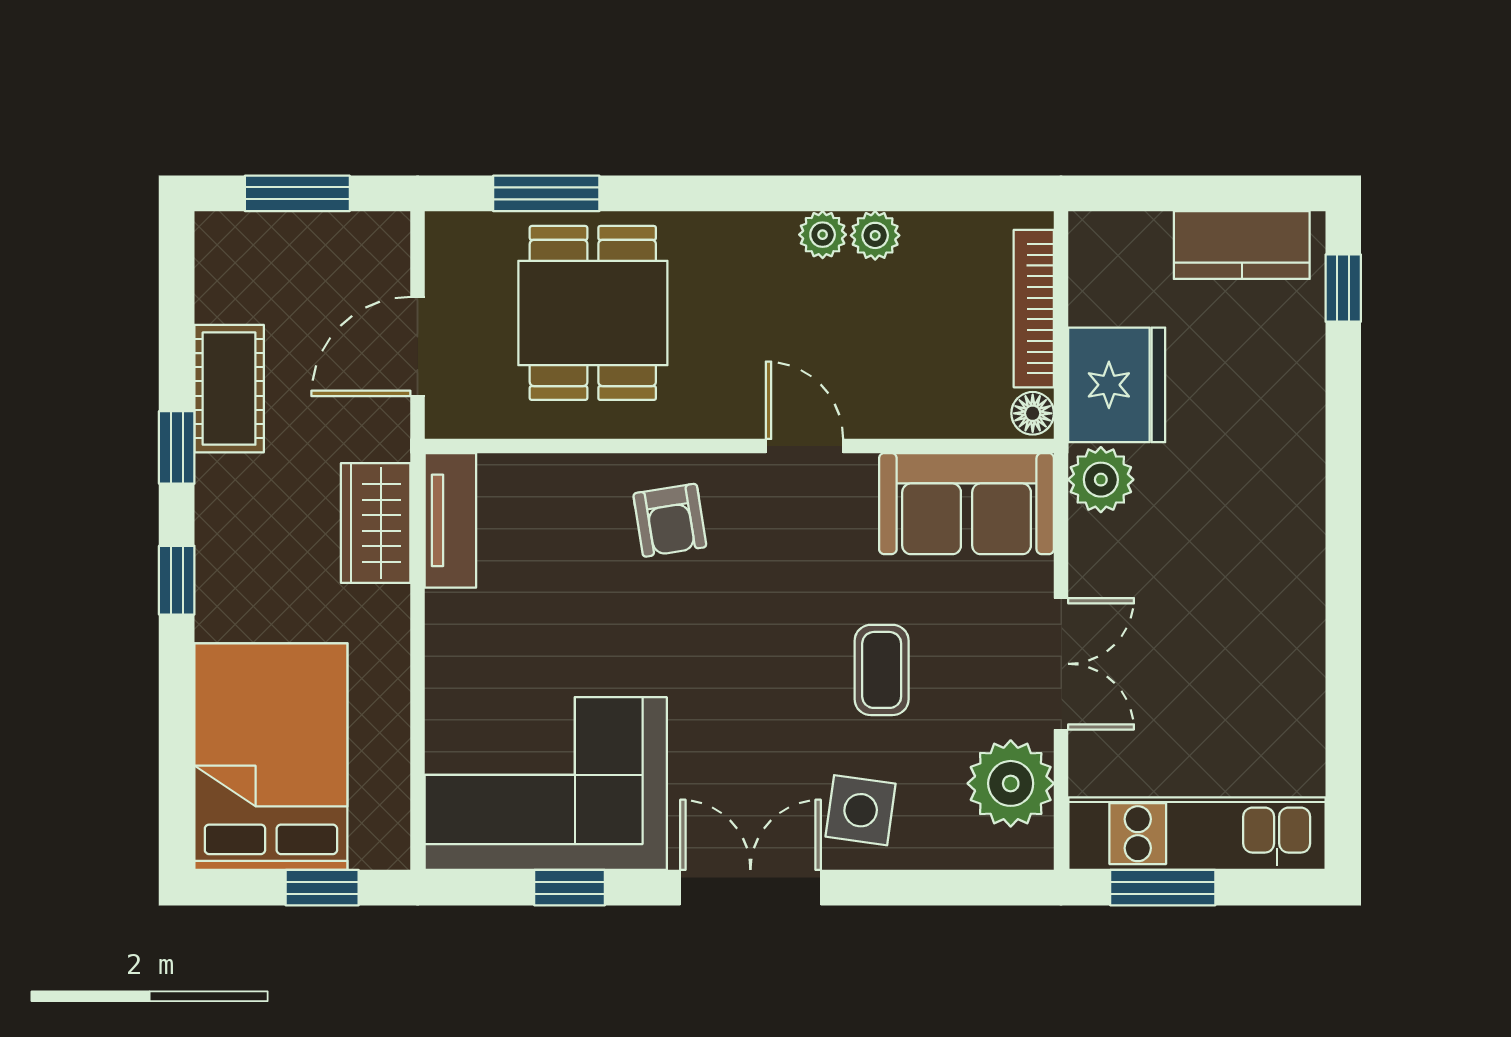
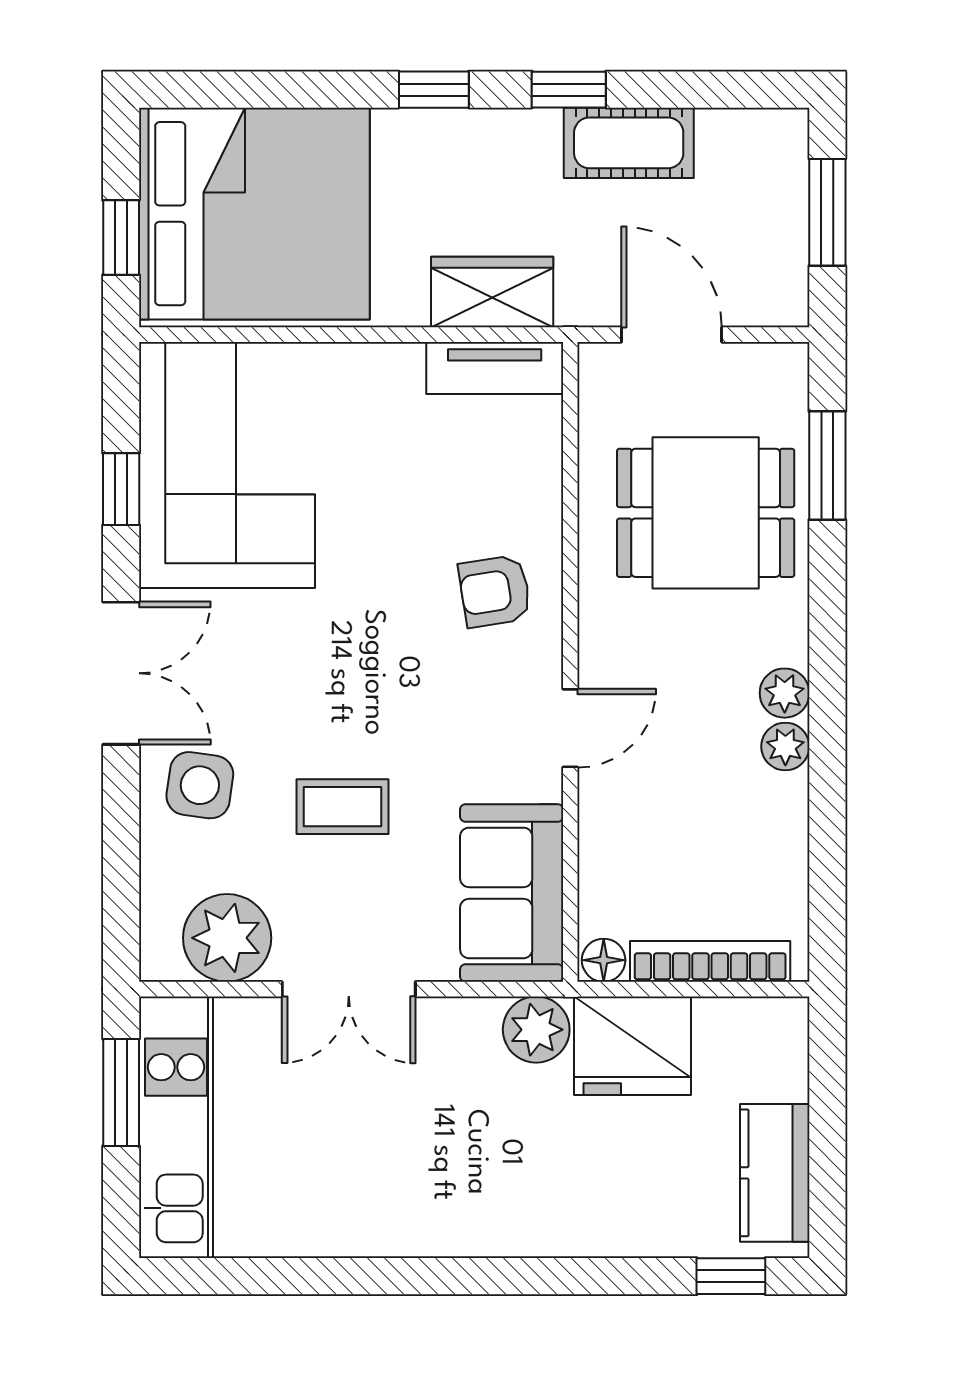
plant: (875, 235) -> (785, 693), moved
bed: (271, 757) -> (254, 214), width x1.36

